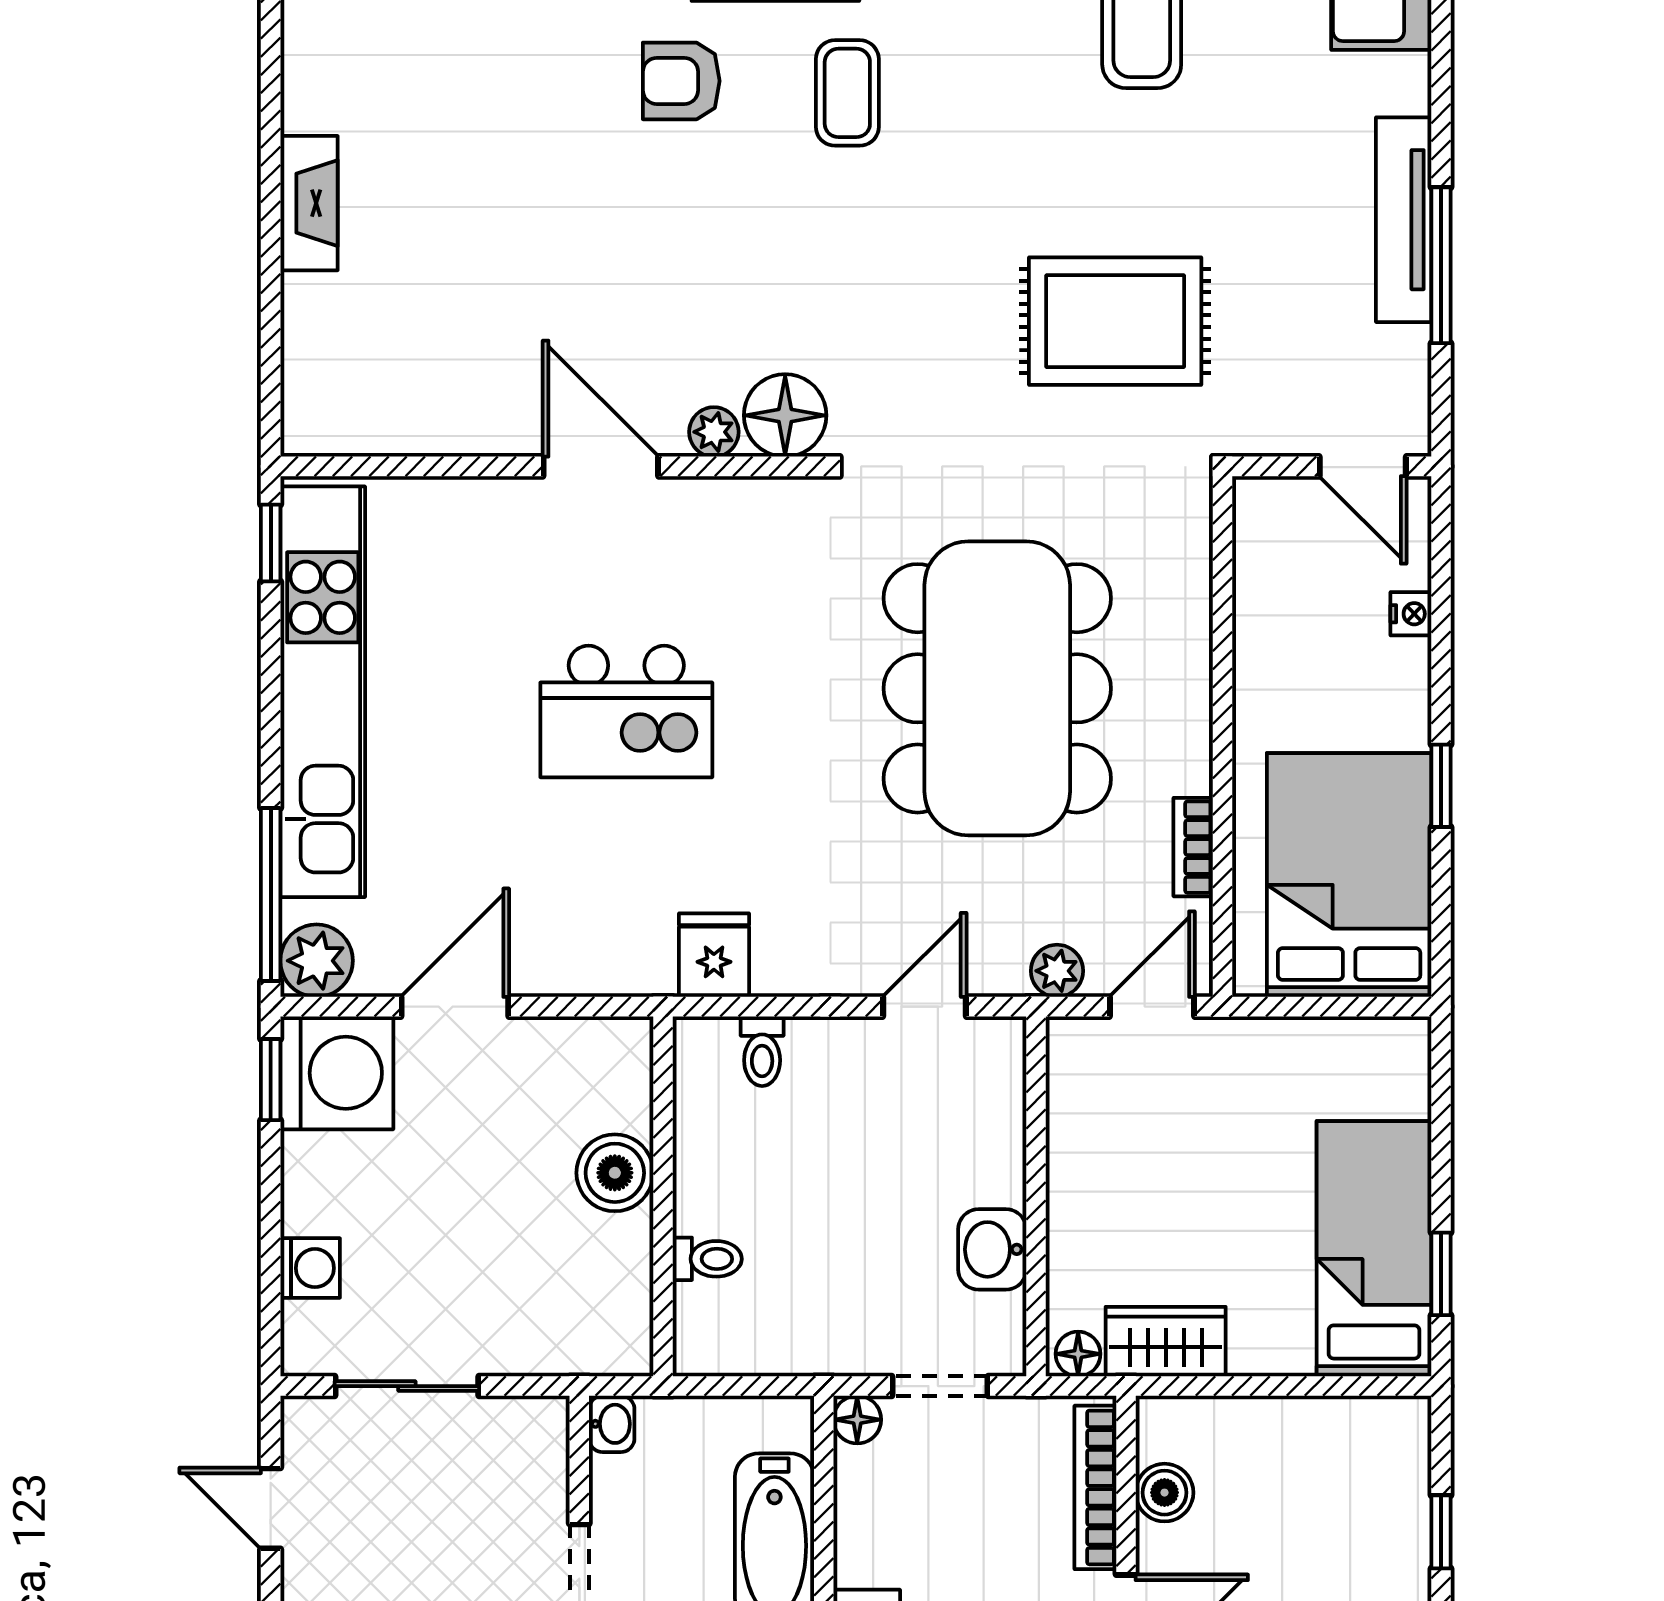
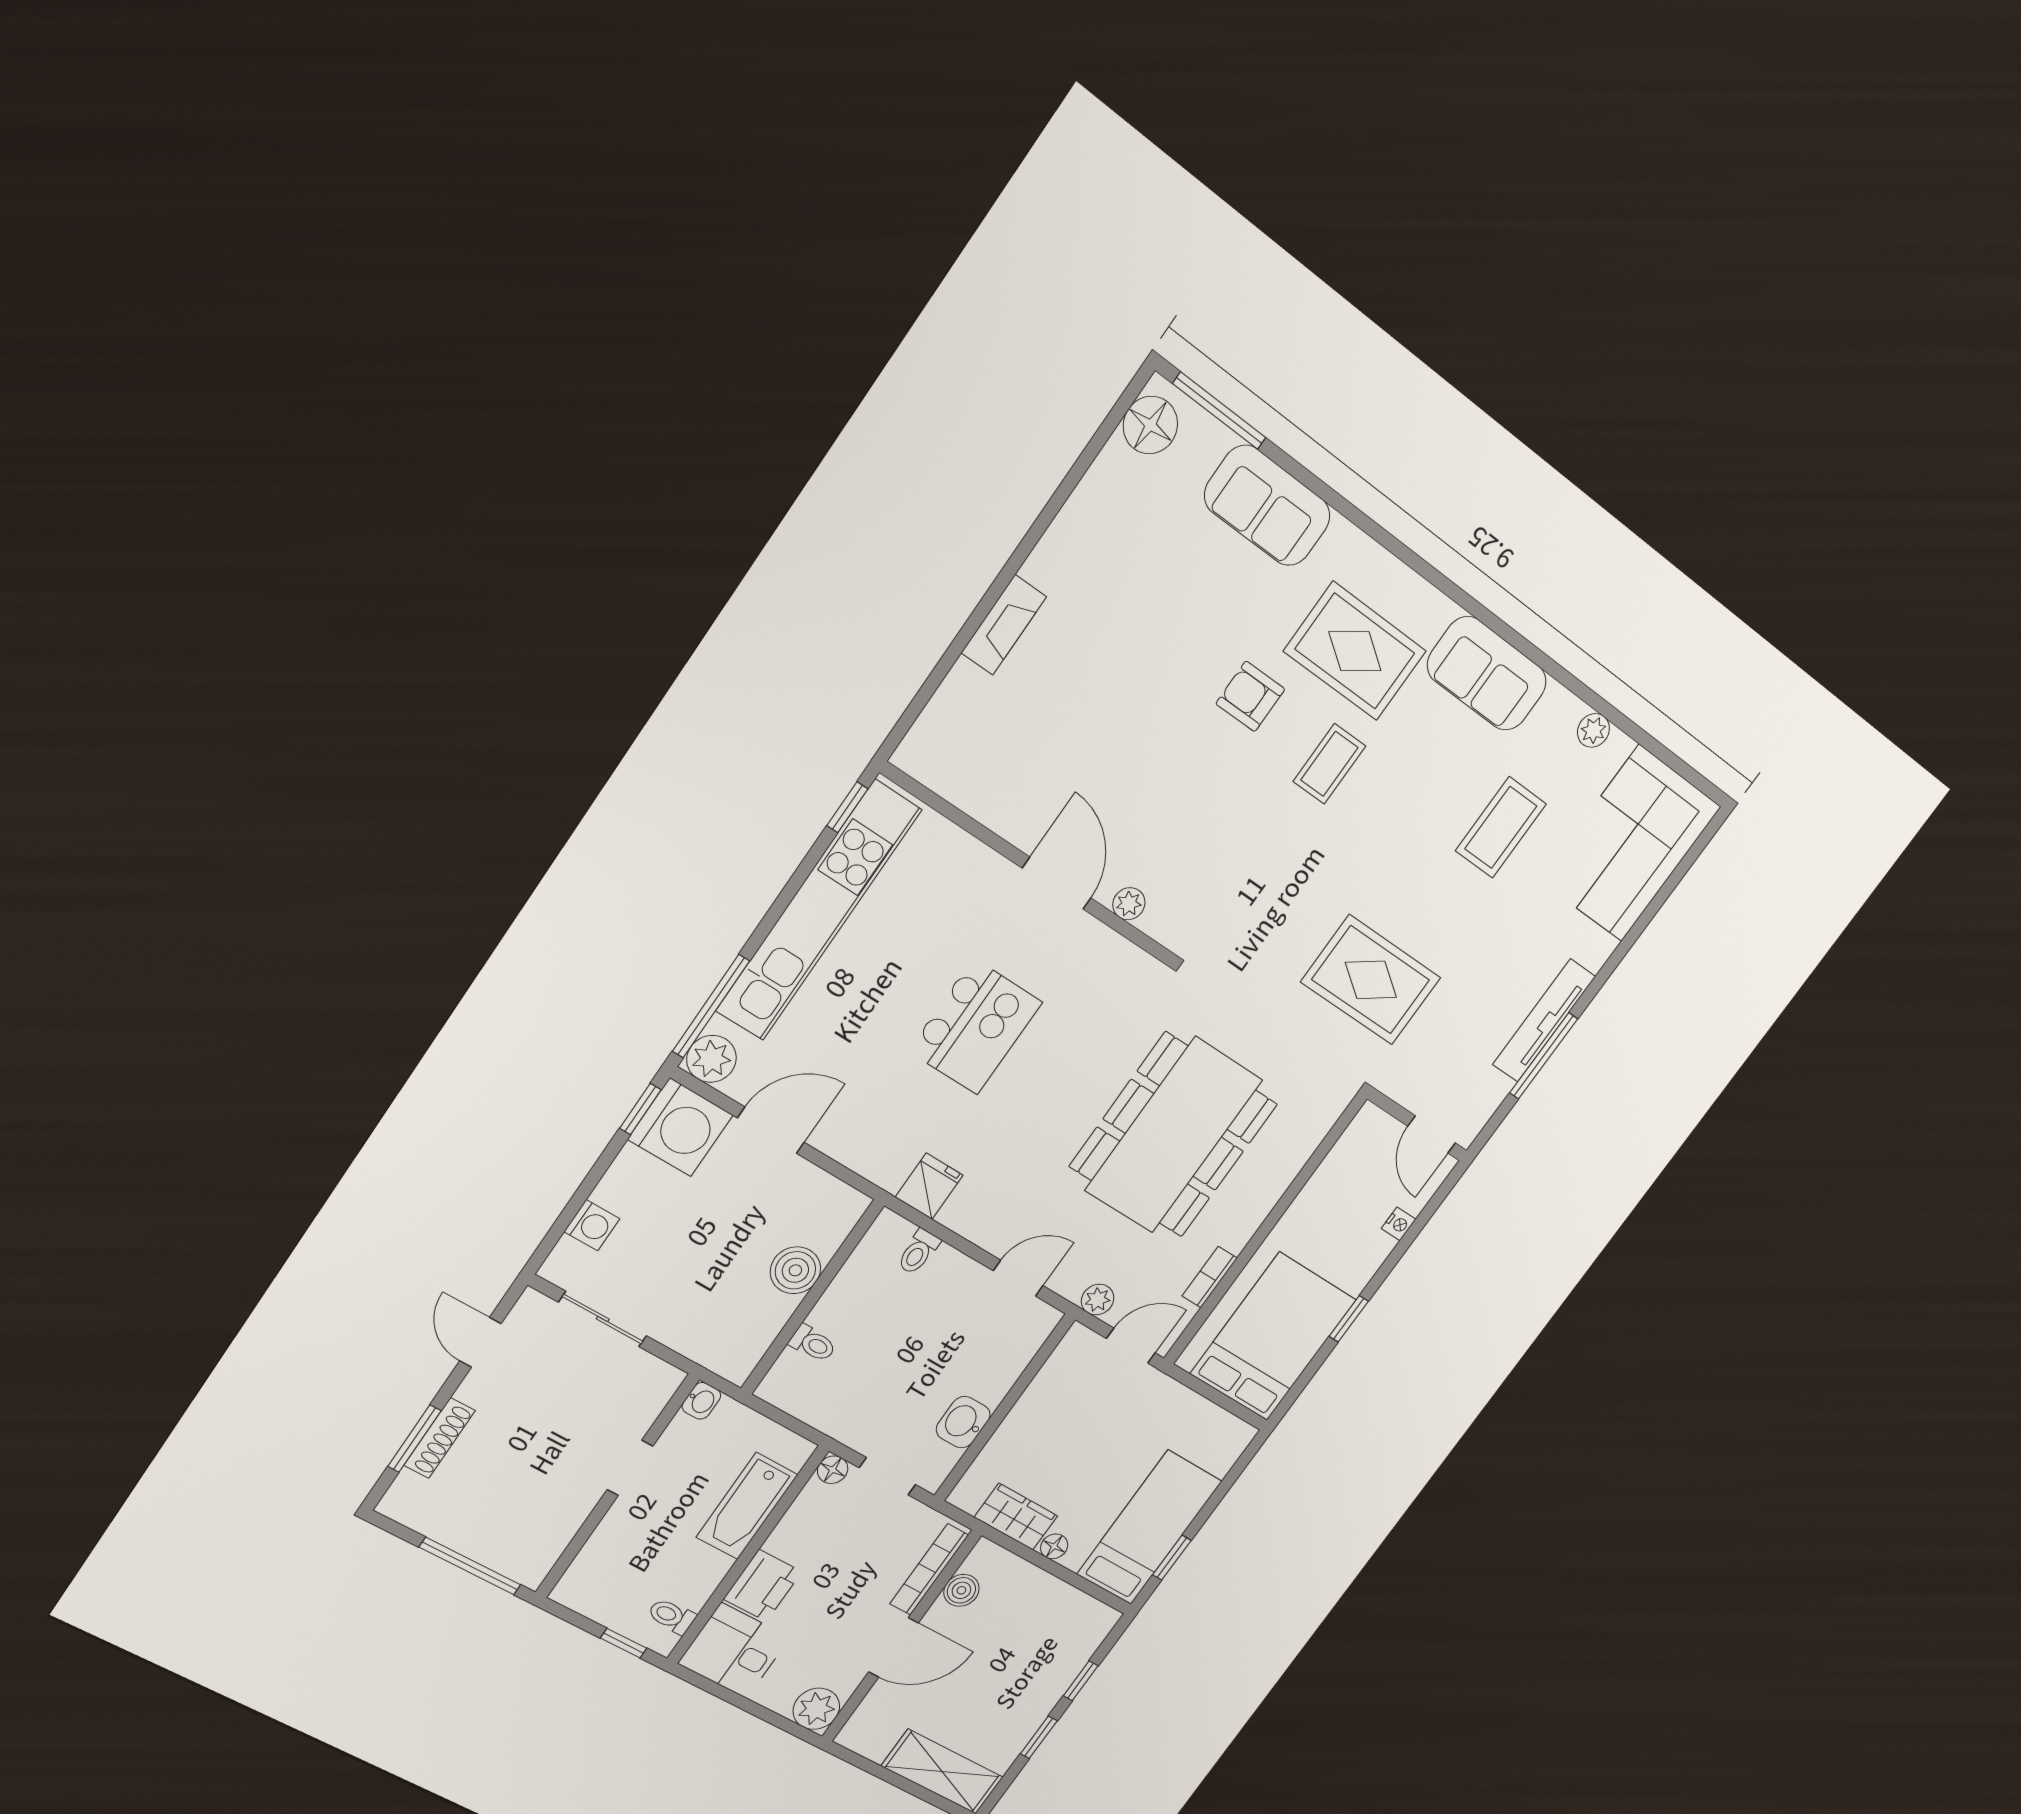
floor lamp: (785, 415) -> (1172, 919), removed
kitchen island: (626, 711) -> (975, 1027), turned -90
floor lamp: (1078, 1354) -> (1054, 1546), moved

